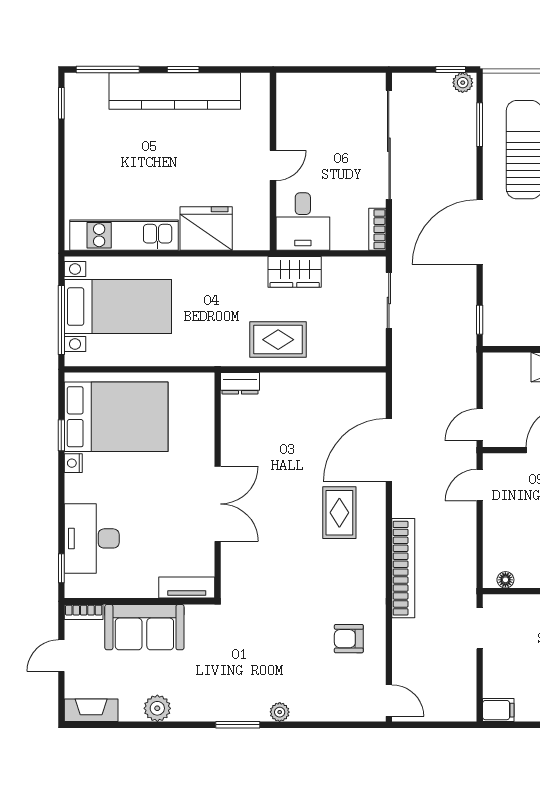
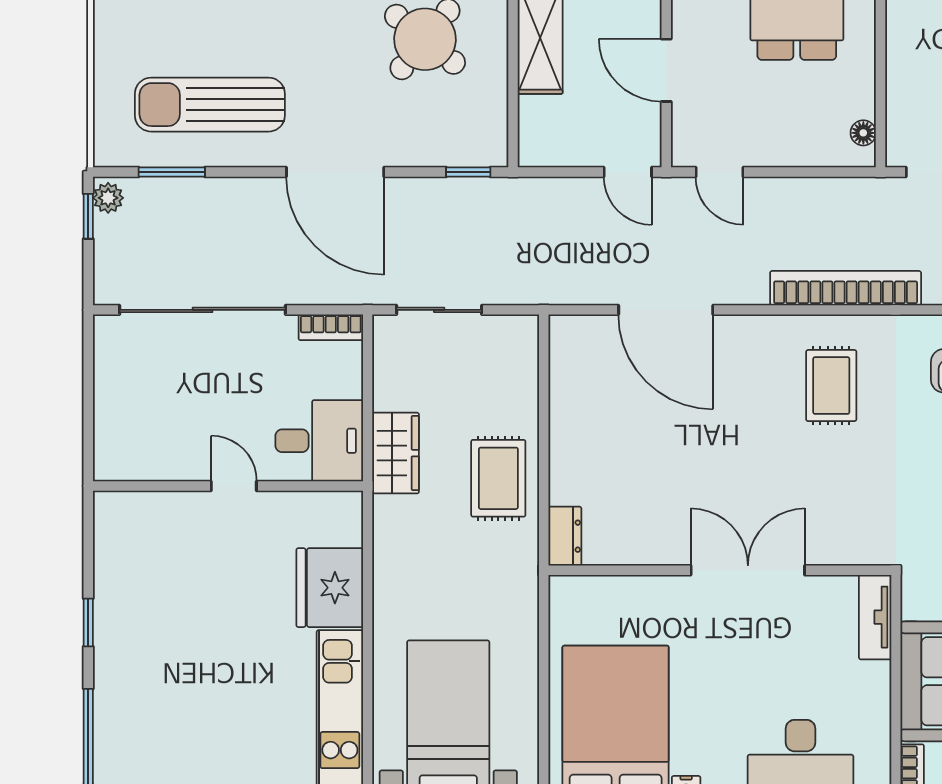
kitchen counter: (175, 91) -> (121, 635), removed
rug: (339, 513) -> (831, 386), moved, turned 90

